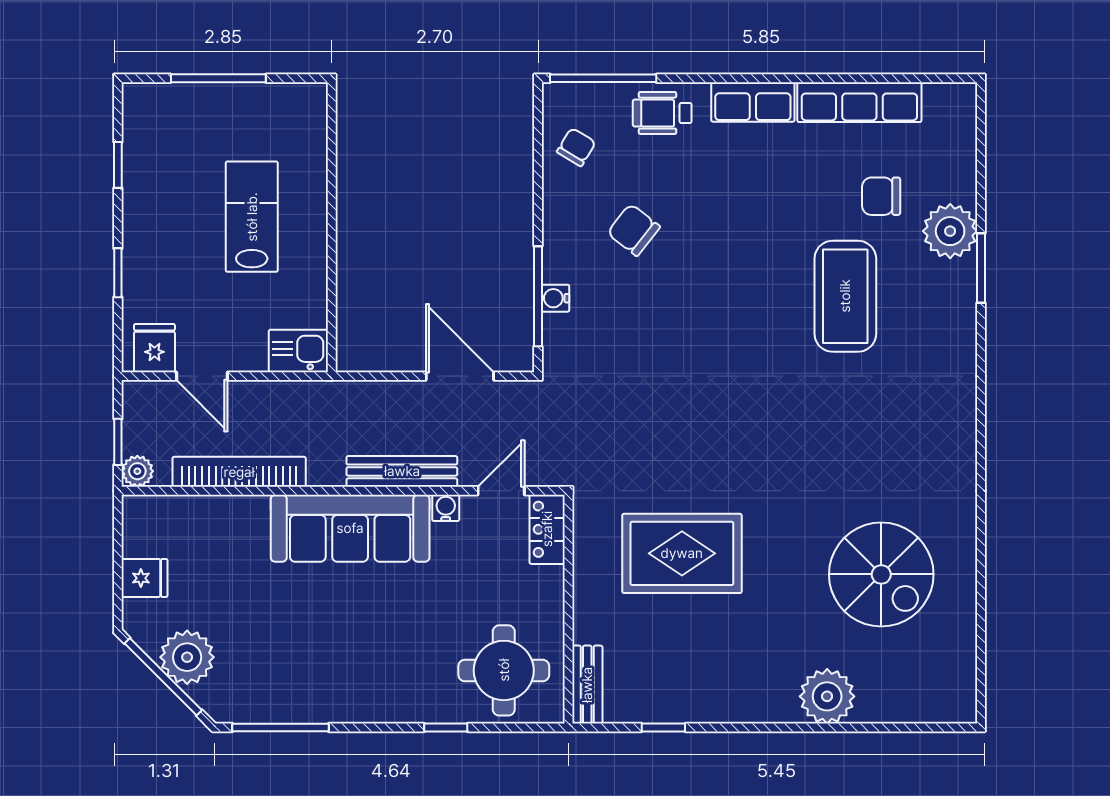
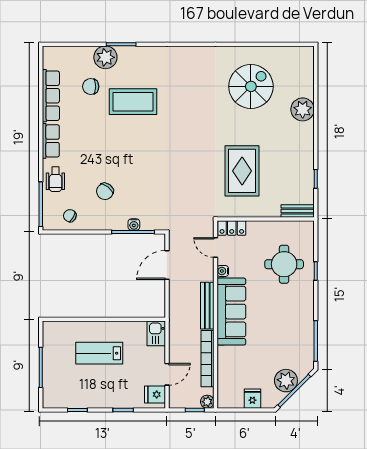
chair: (881, 196) -> (91, 87), turned 90
bench: (402, 471) -> (207, 306), moved
round table: (504, 670) -> (284, 264), moved

